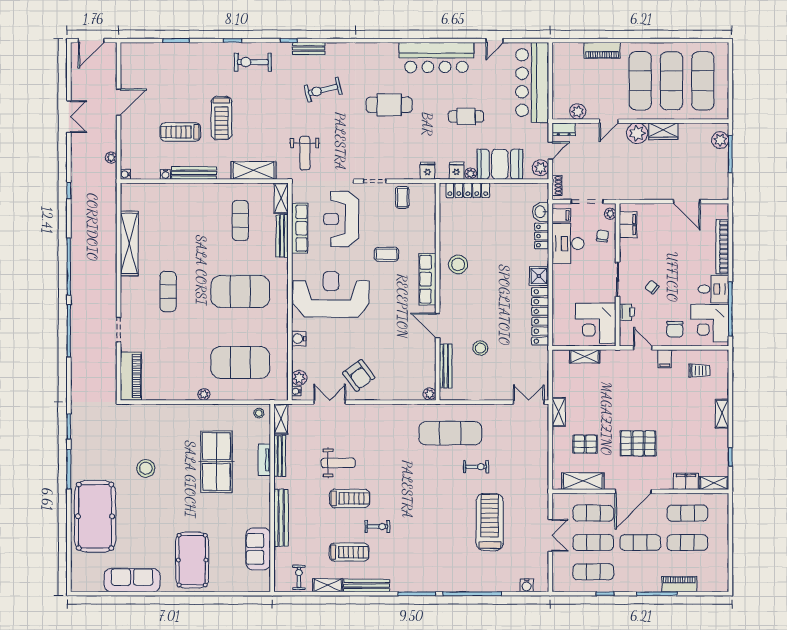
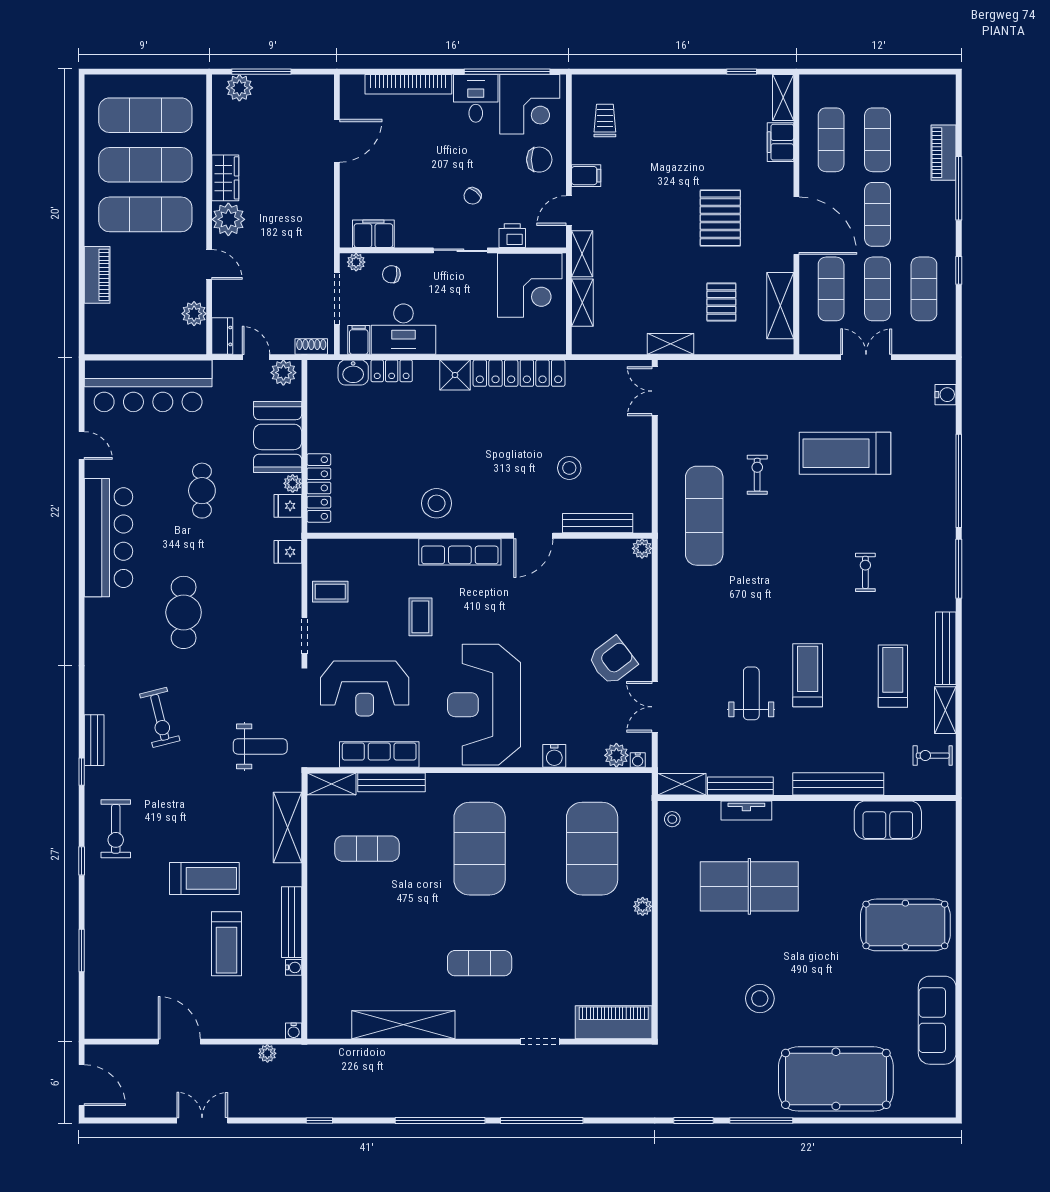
shelving: (722, 414) -> (582, 254), moved, turned 90
exercise bike: (377, 527) -> (865, 572), moved

